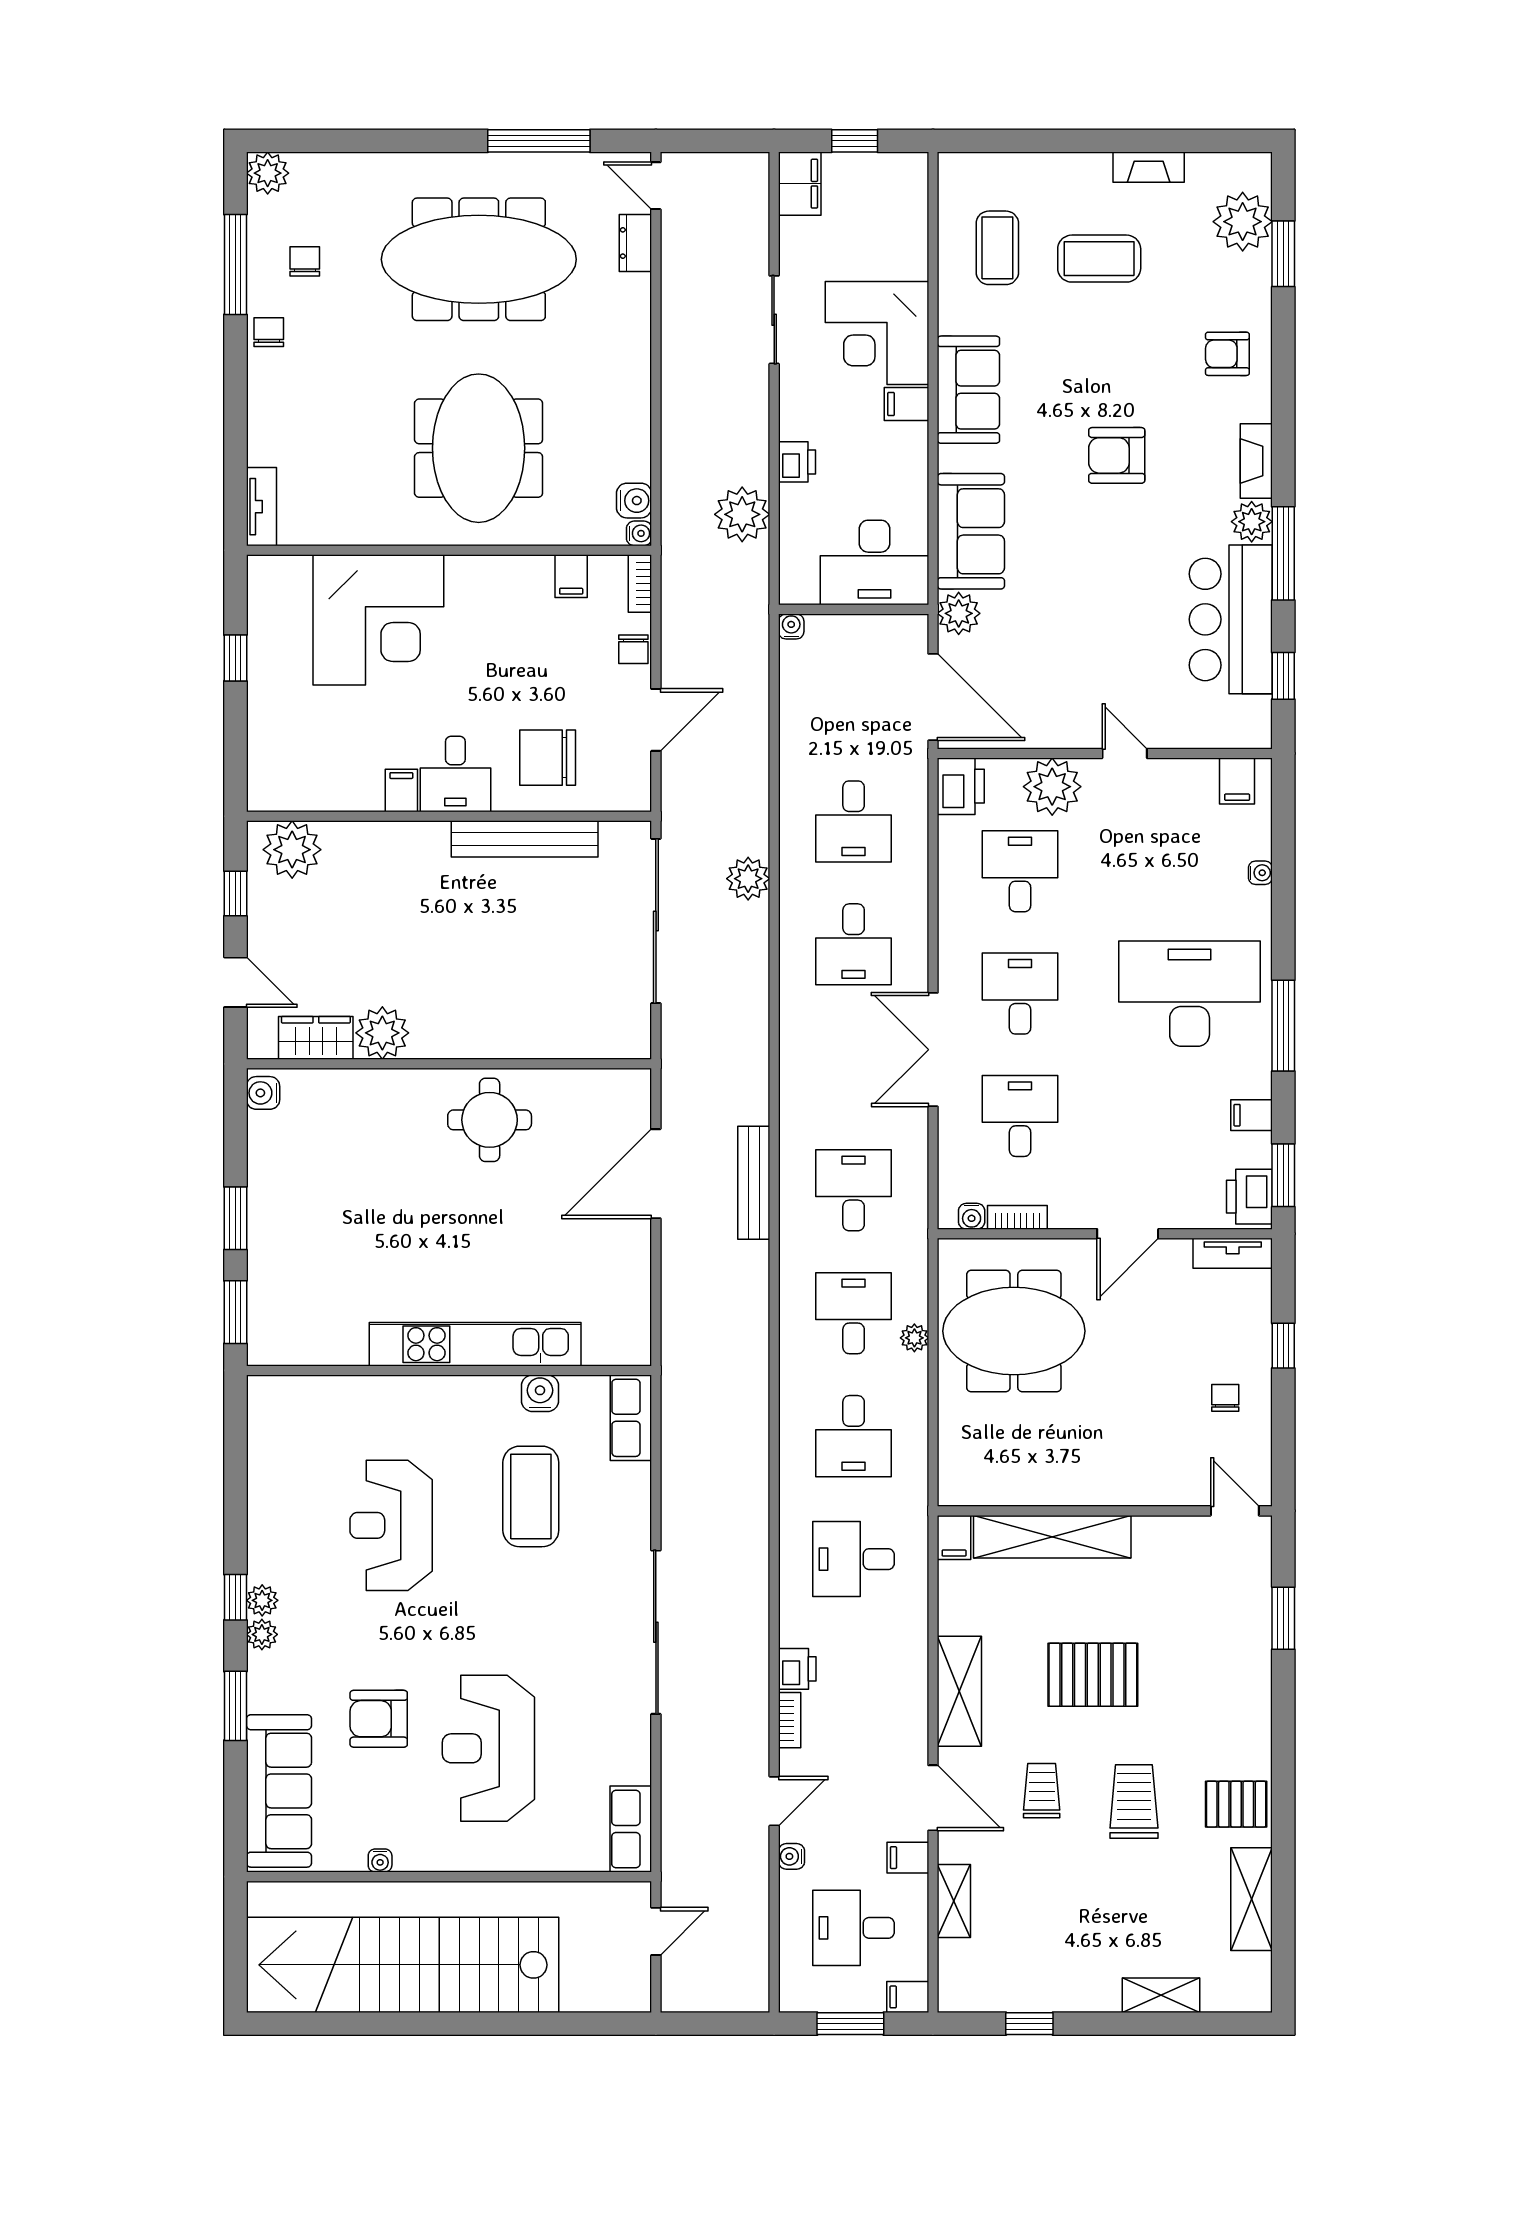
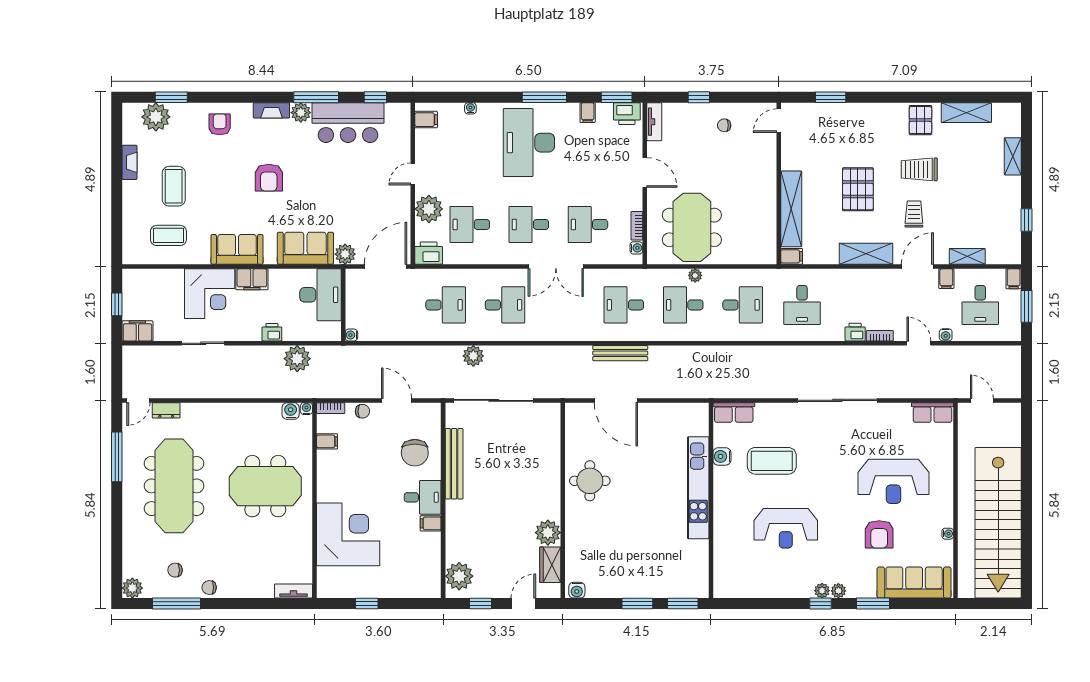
armchair: (1227, 354) -> (220, 124), turned 180
filing cabinet: (906, 404) -> (252, 279), width x2.00
trolley: (1042, 1791) -> (914, 214), turned 90

